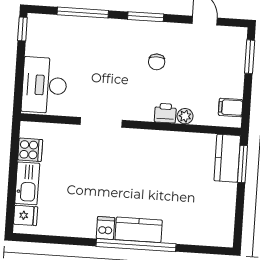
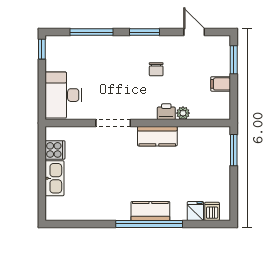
filing cabinet: (231, 107) -> (221, 84), moved
kitchen counter: (227, 158) -> (157, 136), moved, turned -90
fridge: (26, 215) -> (195, 211), moved, turned -90
dishwasher: (105, 228) -> (212, 211), moved

